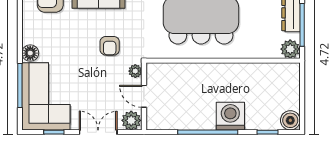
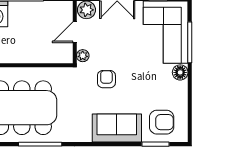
door: (144, 96) -> (75, 32), swing flipped

